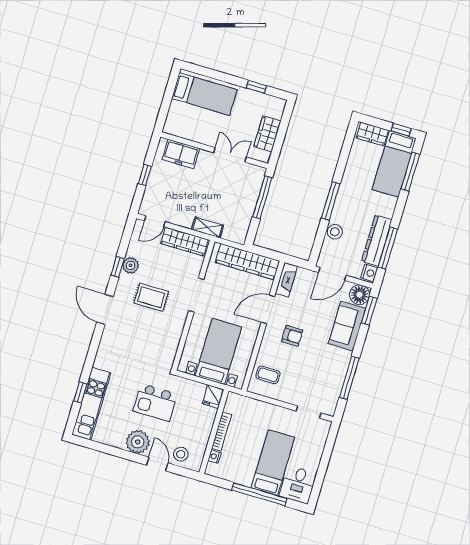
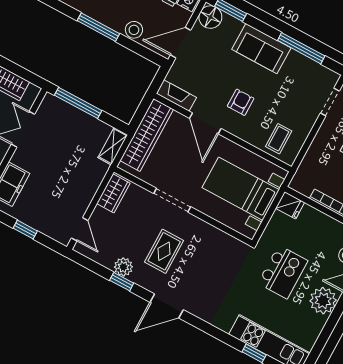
shelving: (207, 227) -> (113, 146), moved
wardrobe: (184, 241) -> (113, 193), width x0.67
door: (332, 274) -> (181, 43), swing flipped
sofa: (347, 326) -> (261, 49), moved

